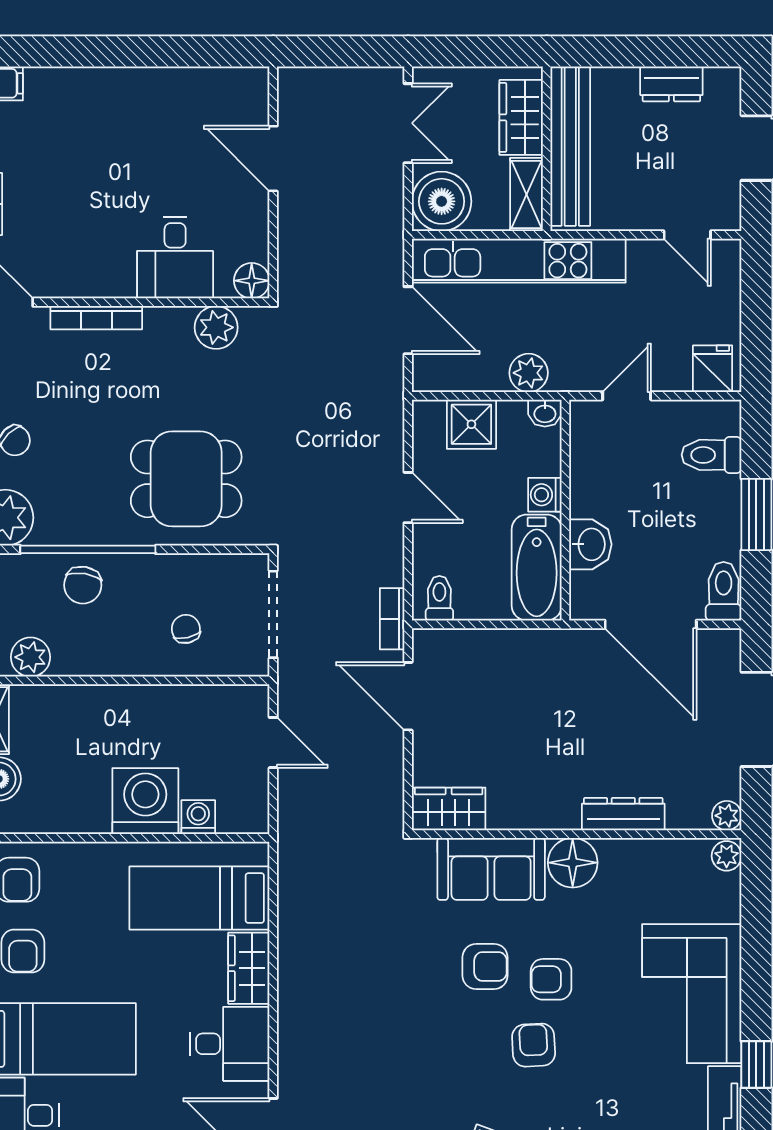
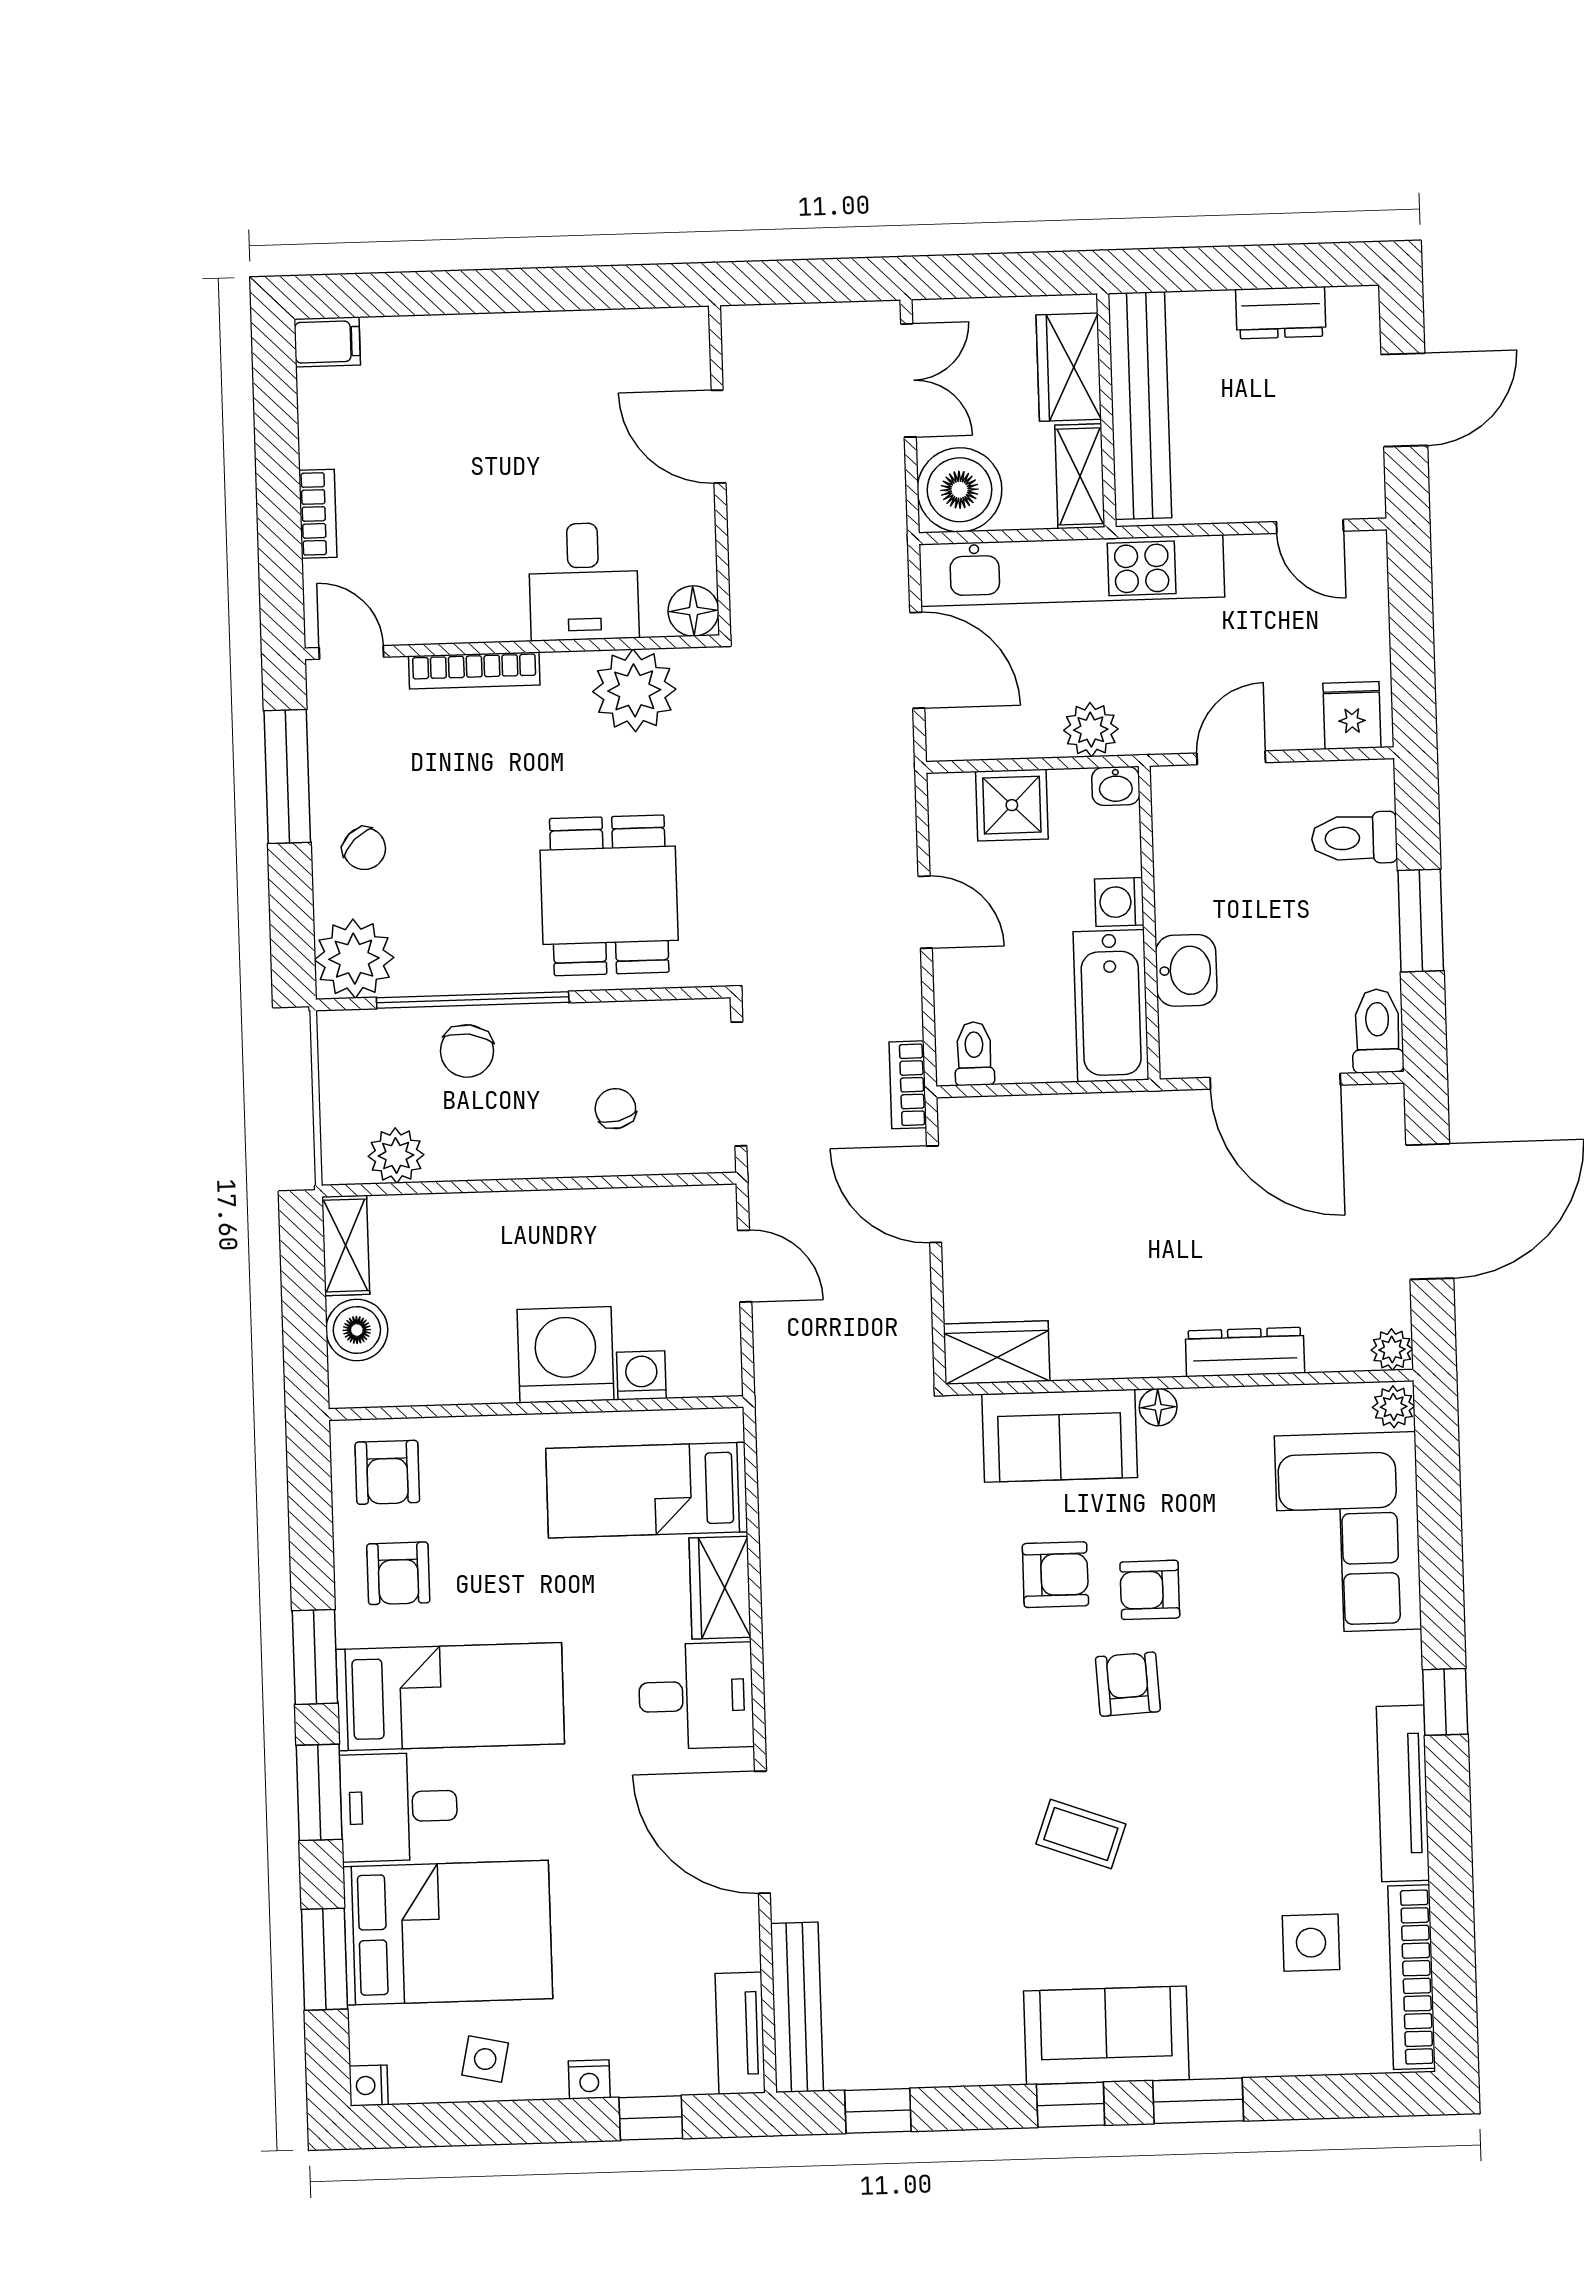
plant: (216, 327) -> (634, 690), width x1.36, depth x1.36
dining table: (186, 479) -> (609, 895), turned 90
floor lamp: (573, 863) -> (1158, 1407), width x0.53, depth x0.53
corner sofa: (692, 994) -> (1348, 1532), moved

